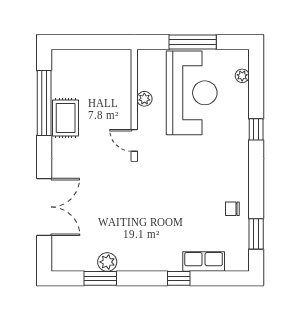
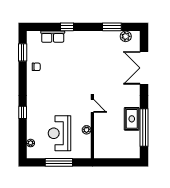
reception desk: (192, 93) -> (59, 133), width x0.74, depth x0.77
plant: (107, 262) -> (126, 36), moved

